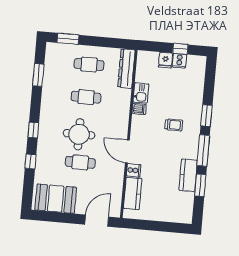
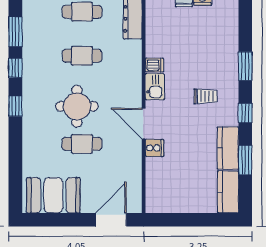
kitchen sink: (141, 93) -> (155, 87), moved
trolley: (174, 125) -> (205, 96), moved
window: (203, 150) -> (245, 113), width x0.46
window: (31, 161) -> (15, 68), moved
kitchen counter: (133, 193) -> (228, 192), moved, turned 180

